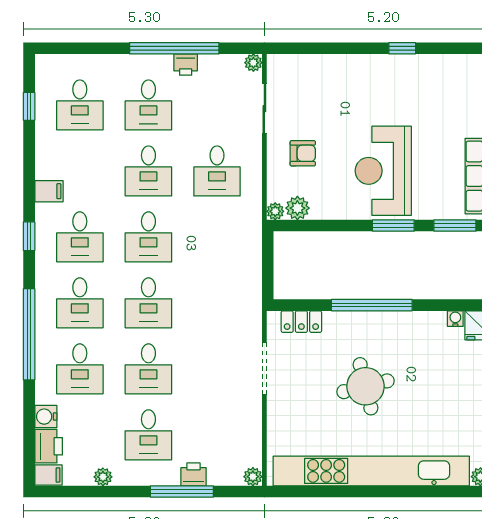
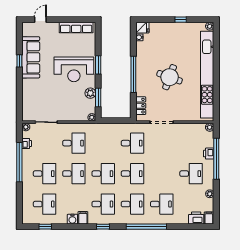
printer: (186, 65) -> (27, 144), moved
sofa: (410, 74) -> (31, 57), added
armchair: (303, 153) -> (66, 105), removed
plant: (297, 208) -> (90, 93), moved
window: (455, 226) -> (98, 97), moved
desk: (148, 369) -> (132, 143), moved
round table: (365, 386) -> (170, 77), turned 34
water cooler: (46, 417) -> (72, 219), moved
window: (182, 492) -> (216, 159), width x1.46

